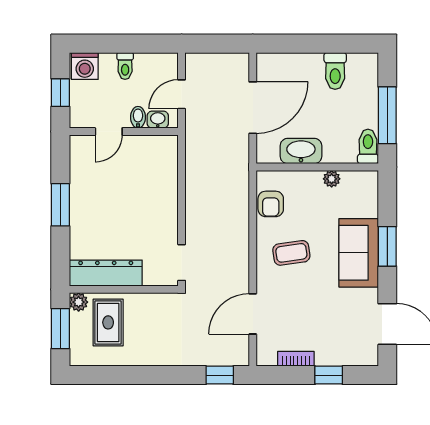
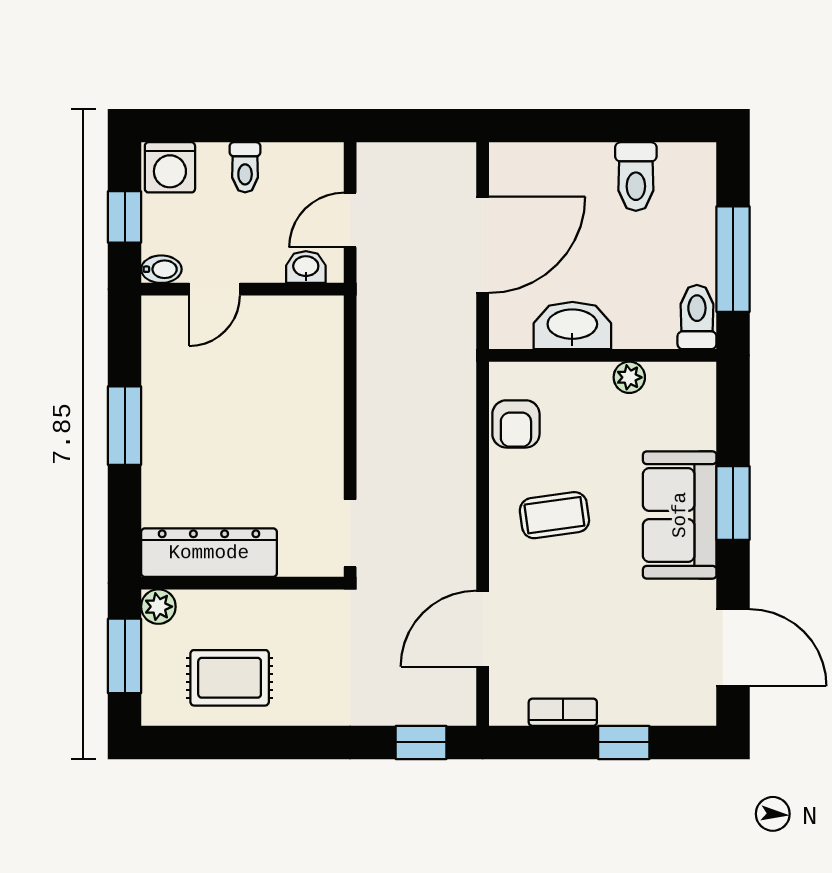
bidet: (138, 117) -> (161, 269), moved, turned 90
rug: (108, 322) -> (230, 678), moved, turned 90

